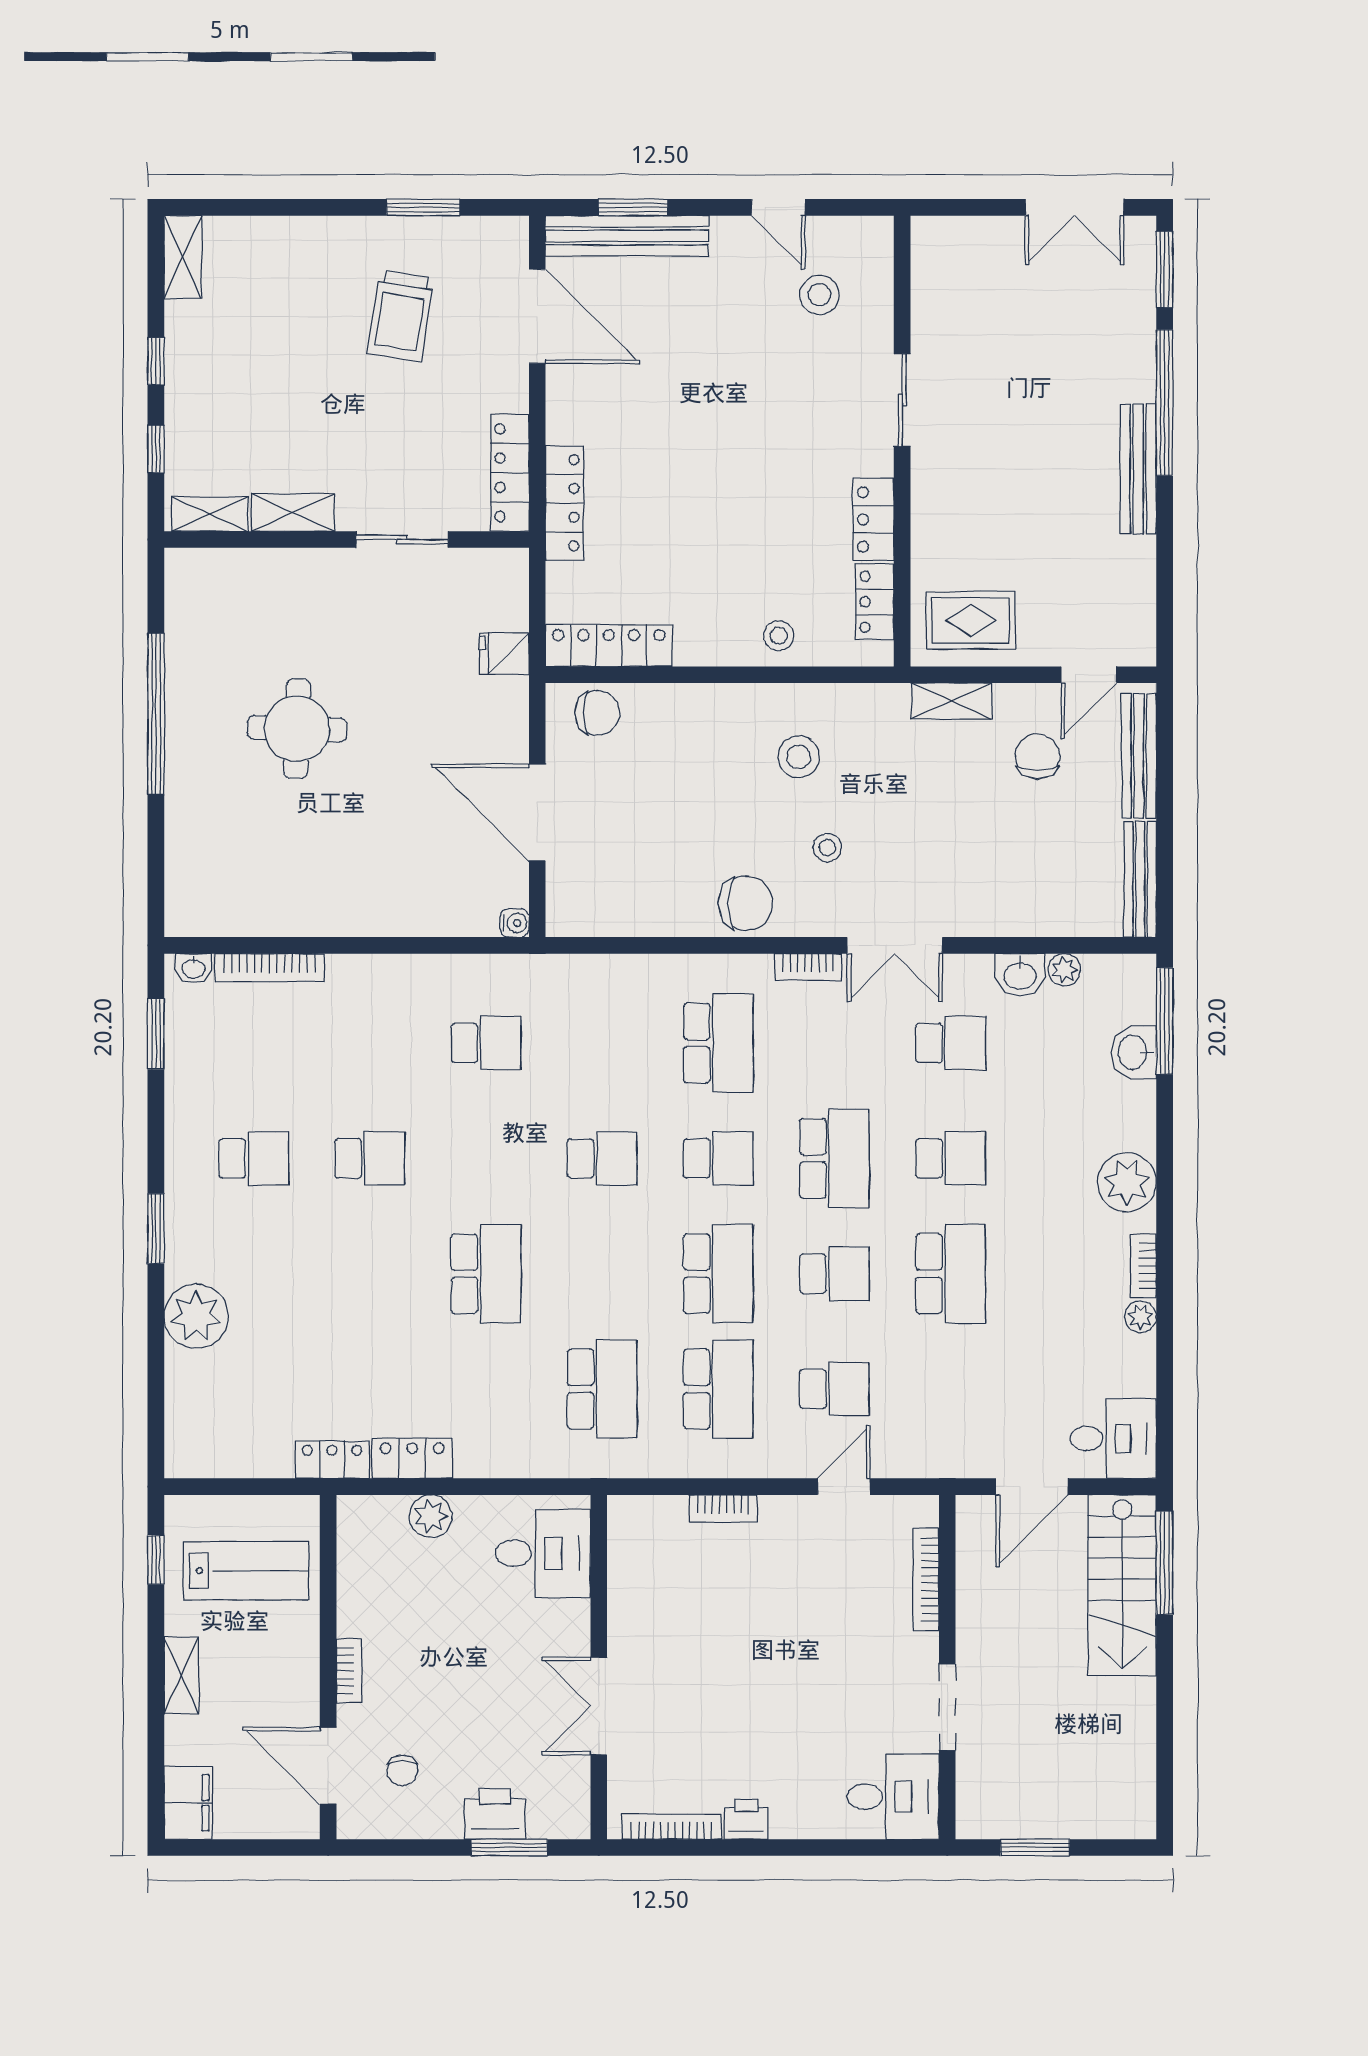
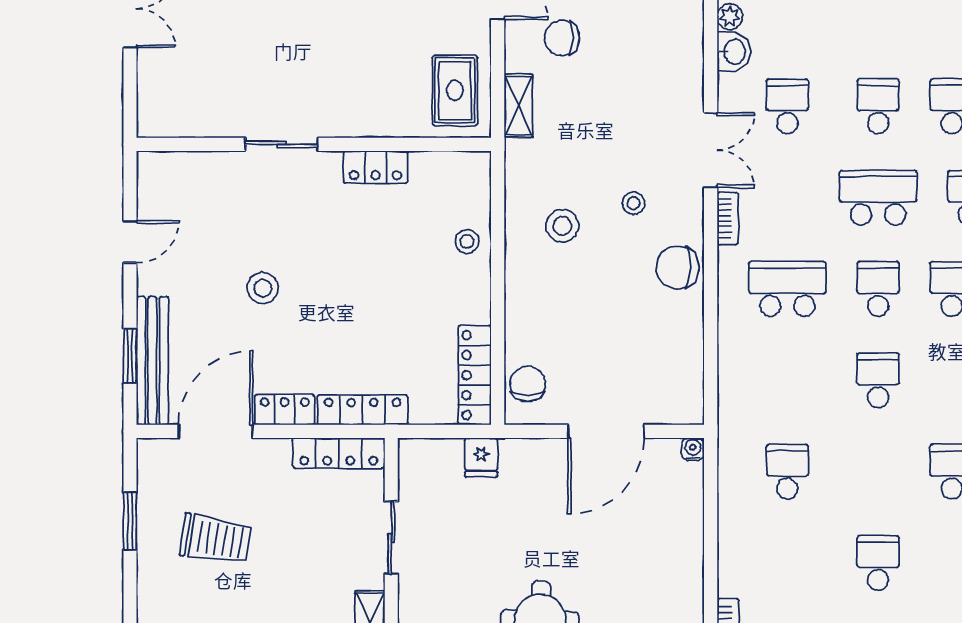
stool: (819, 295) -> (263, 288), moved
locker: (875, 602) -> (285, 410), moved, turned 180
chair: (746, 903) -> (677, 268), turned -90

